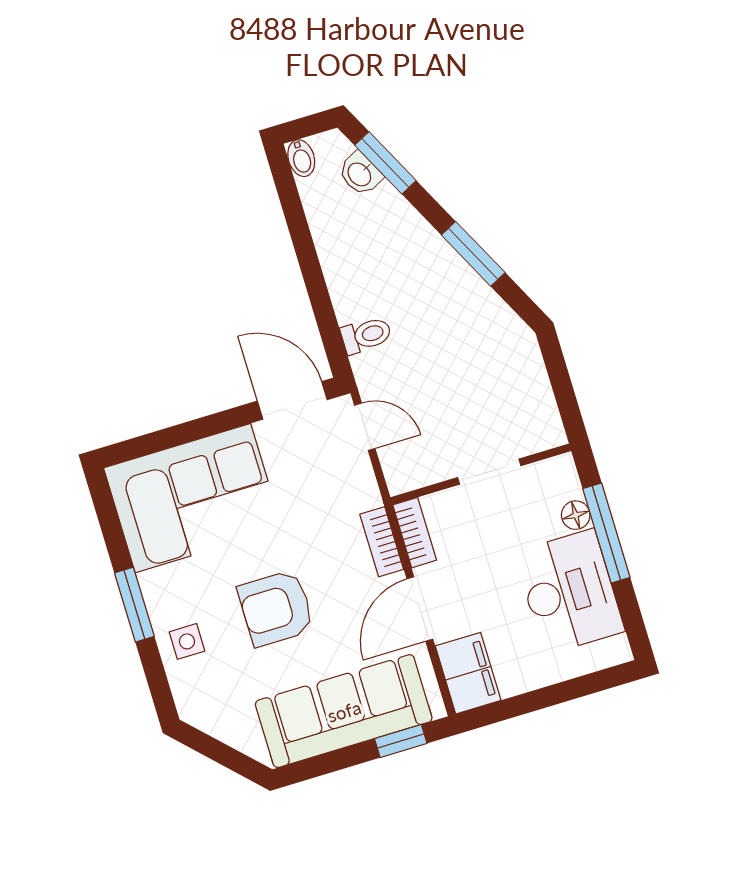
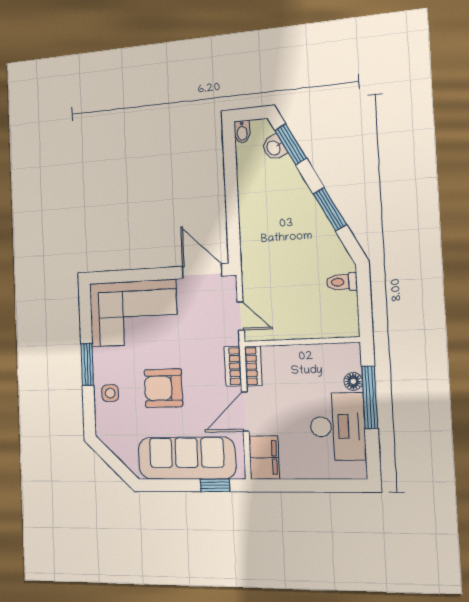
toilet: (366, 335) -> (342, 282), moved, turned 180
door: (365, 427) -> (241, 316), moved
doorway: (489, 472) -> (307, 342), removed

